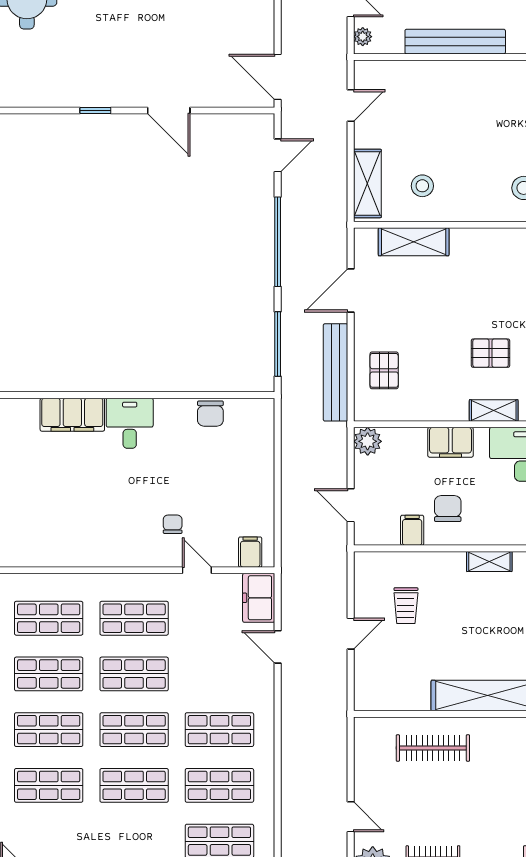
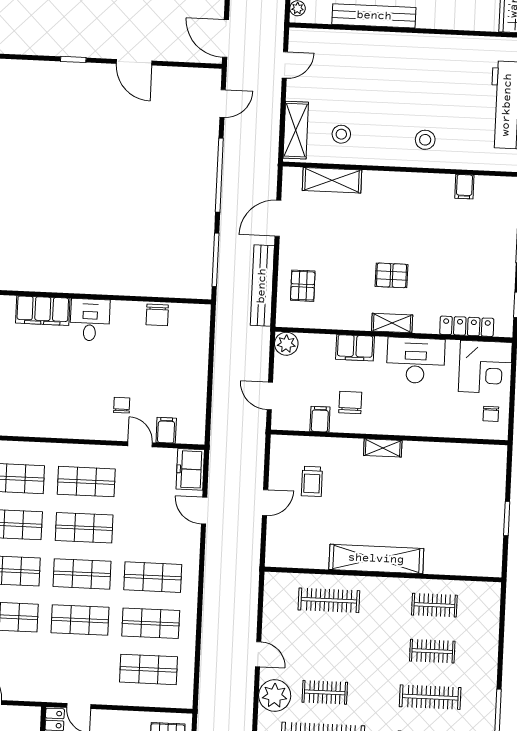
filing cabinet: (250, 552) -> (166, 430), moved

